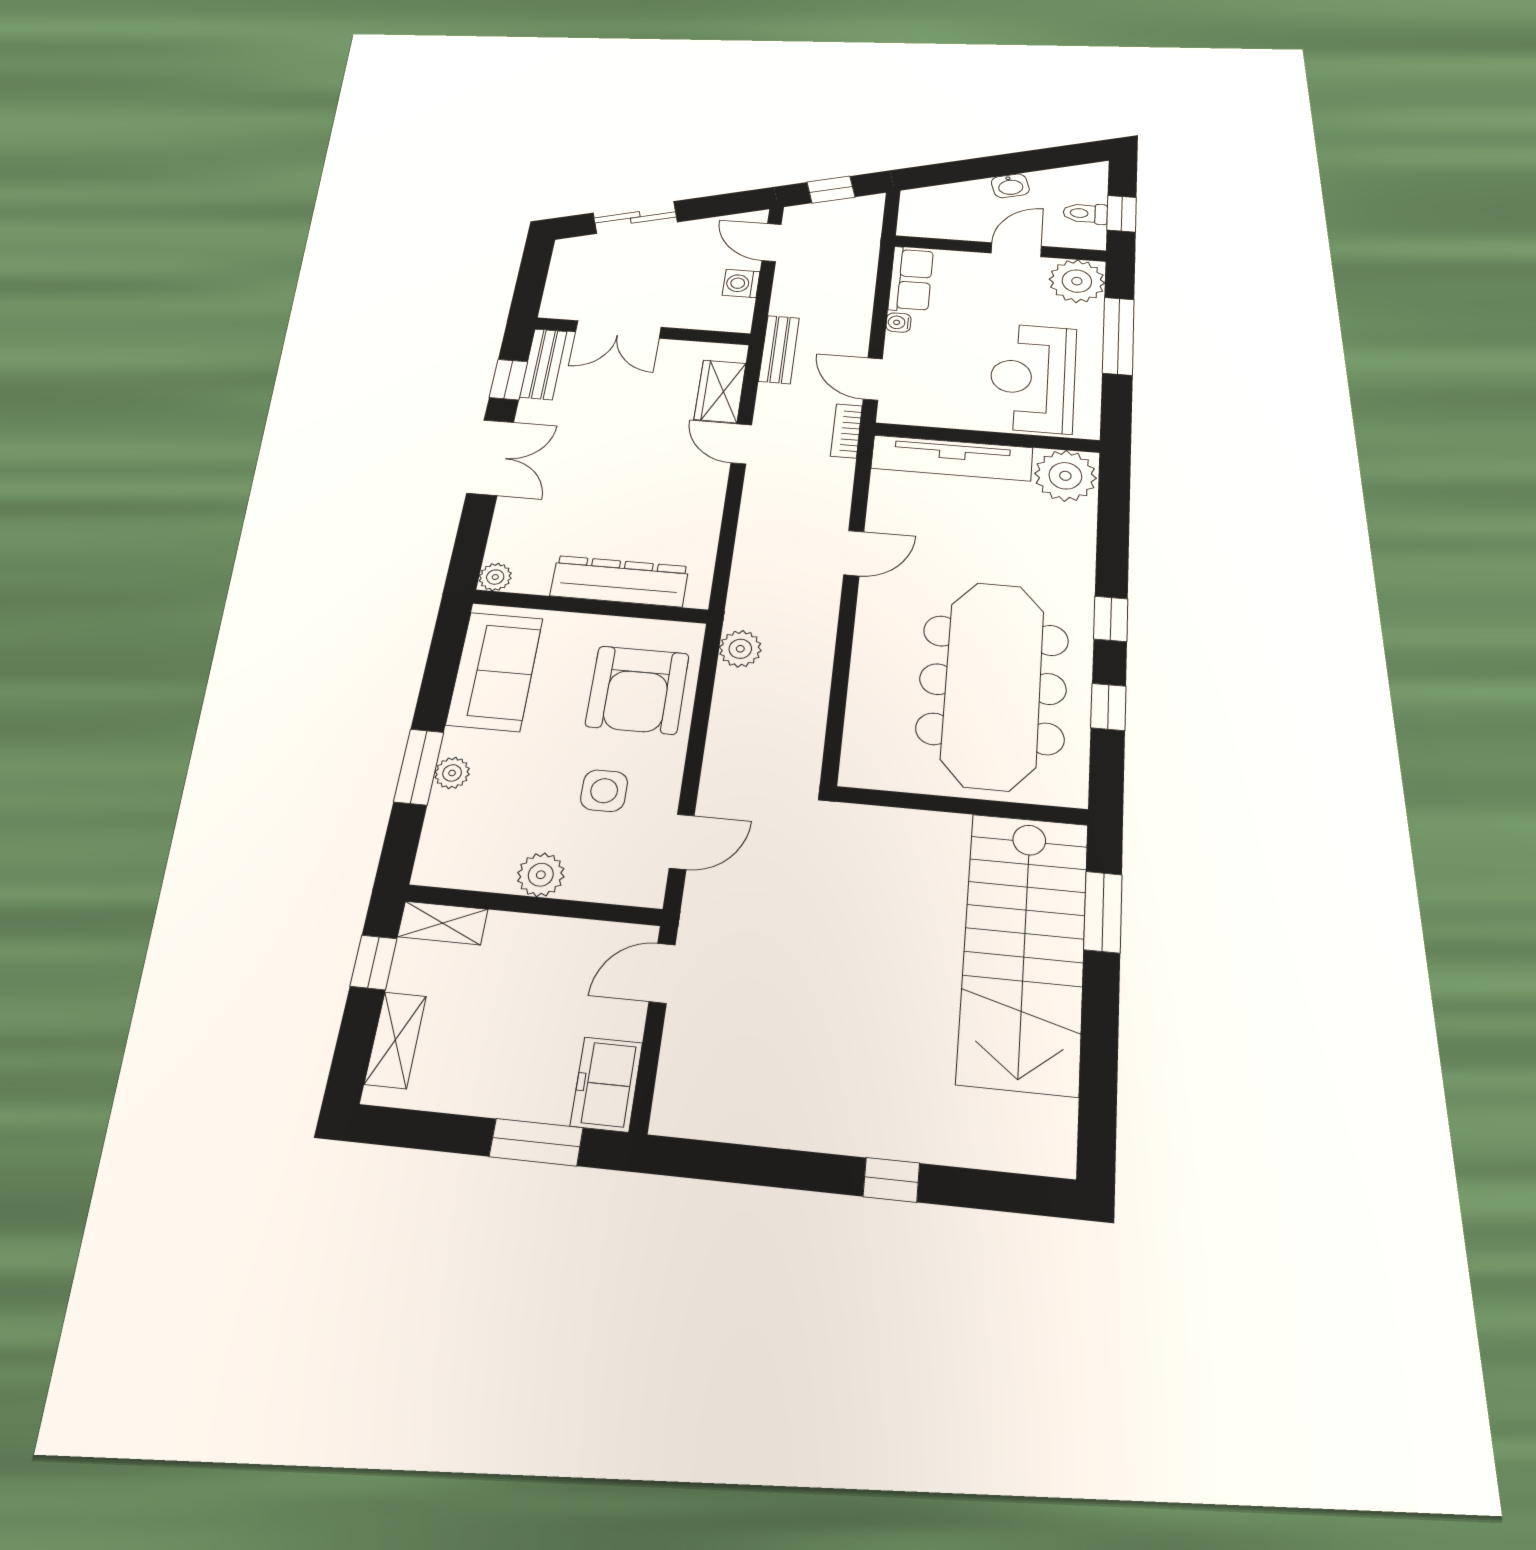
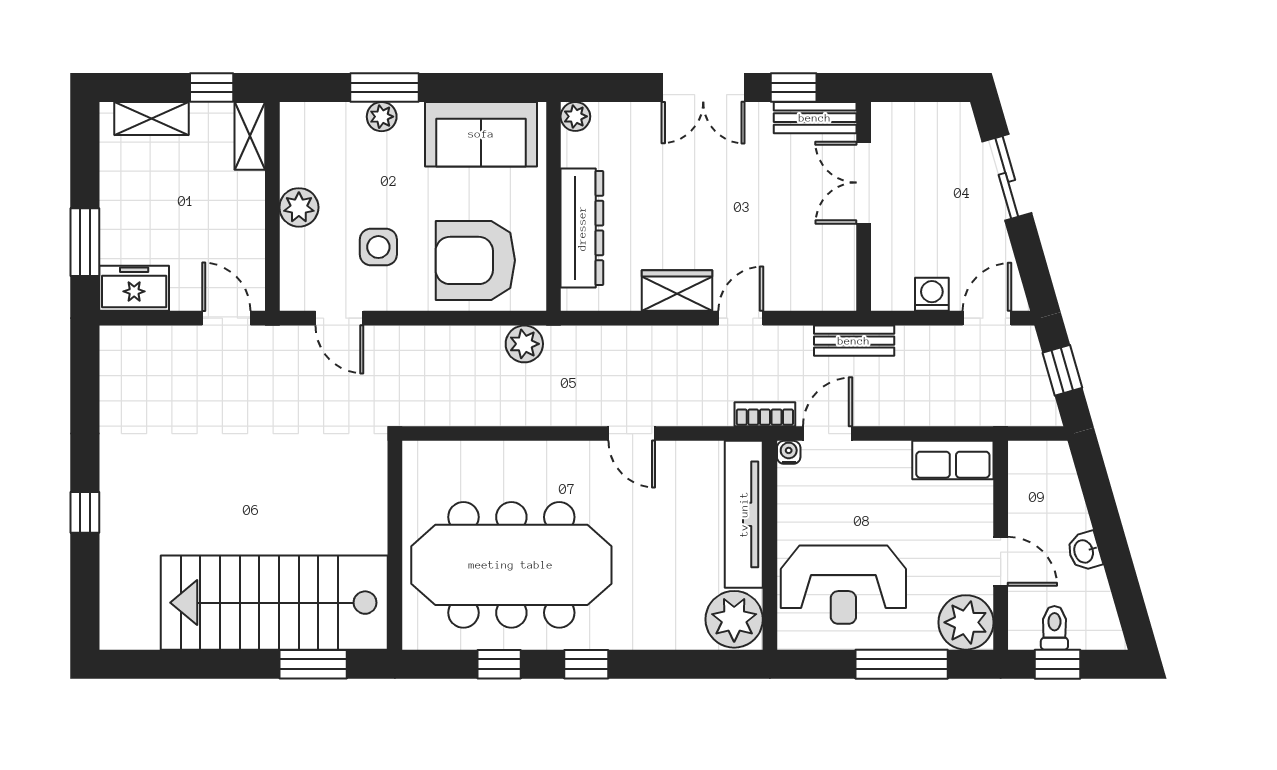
water cooler: (898, 322) -> (789, 452), moved
reception desk: (1033, 378) -> (843, 585), turned 180
wardrobe: (720, 391) -> (677, 291), moved

